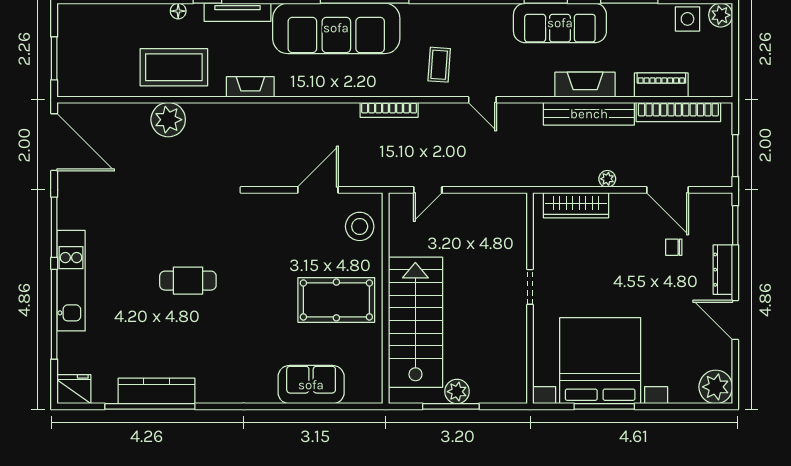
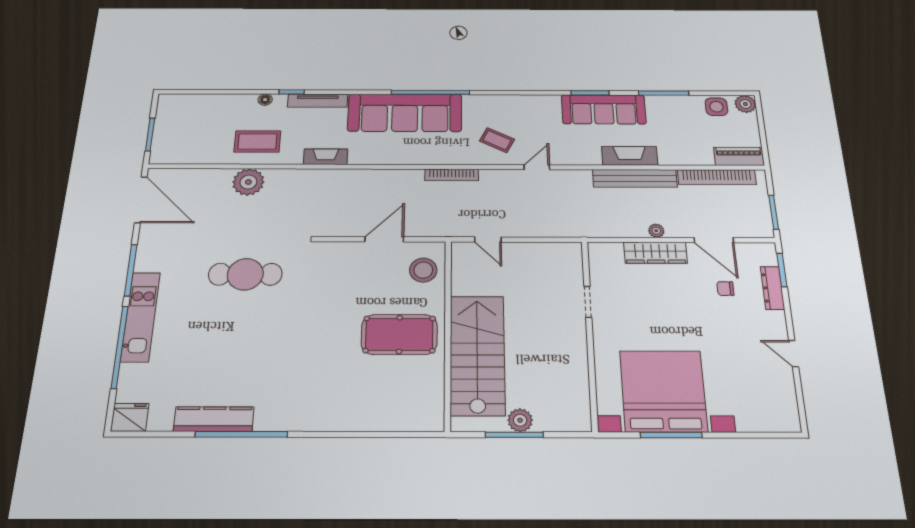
coffee table: (439, 65) -> (497, 140), turned -67
coffee table: (174, 67) -> (257, 141), width x0.73, depth x0.76
piano: (661, 85) -> (739, 156), moved
door: (482, 100) -> (537, 167), swing flipped
door: (428, 190) -> (488, 240), hinge flipped
wardrobe: (576, 205) -> (655, 253), moved
dresser: (723, 270) -> (772, 288), moved
cafe table: (188, 281) -> (245, 274), moved, width x1.37, depth x1.35
doorway: (530, 287) -> (588, 302), moved
door: (735, 320) -> (794, 354), width x0.73
sofa: (311, 385) -> (372, 413), removed
plant: (716, 387) -> (783, 416), removed
window: (150, 406) -> (241, 434), moved

